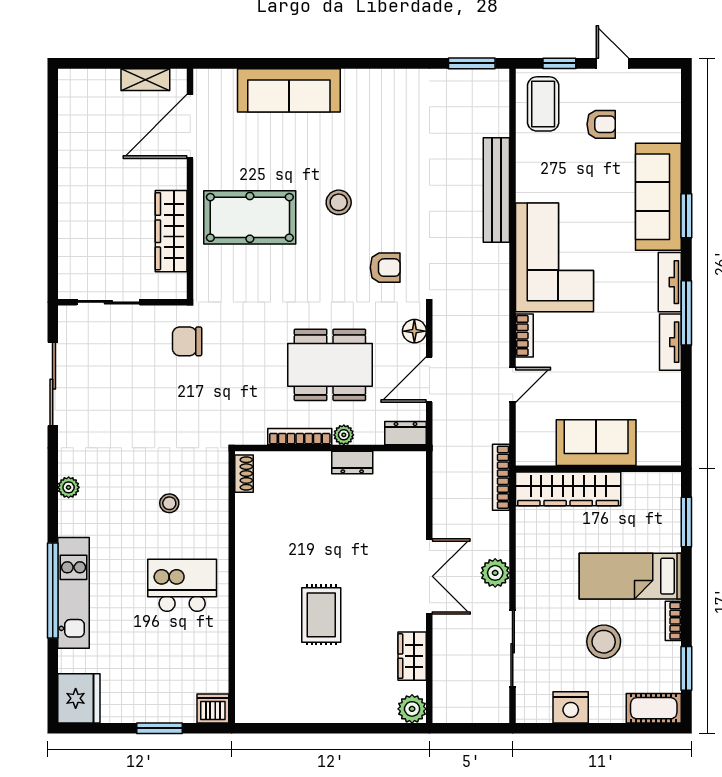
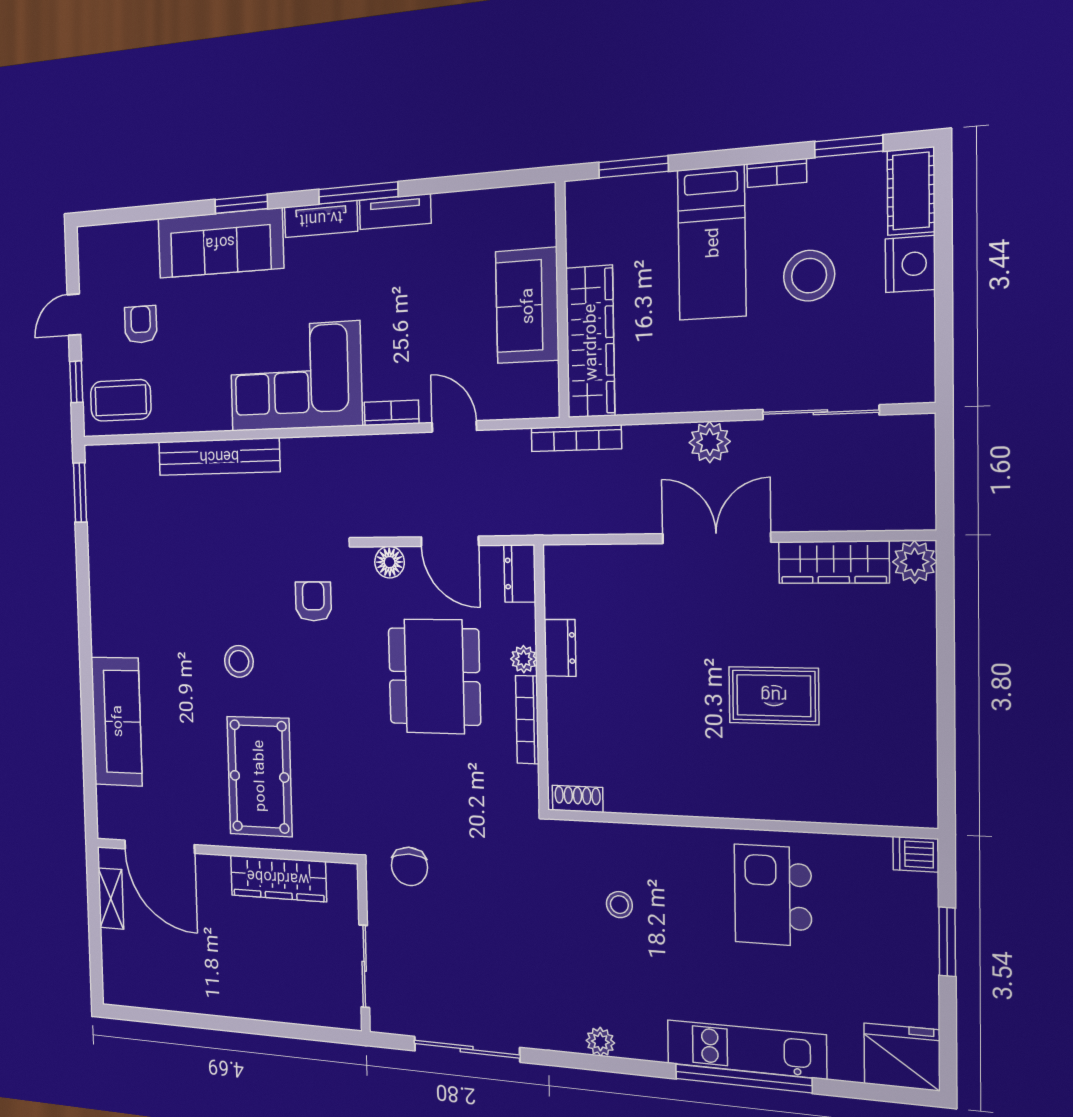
kitchen island: (182, 585) -> (773, 895), moved
wardrobe: (412, 656) -> (834, 562), width x1.50
nightstand: (571, 707) -> (910, 264), moved
dishwasher: (213, 708) -> (916, 854), width x0.73

